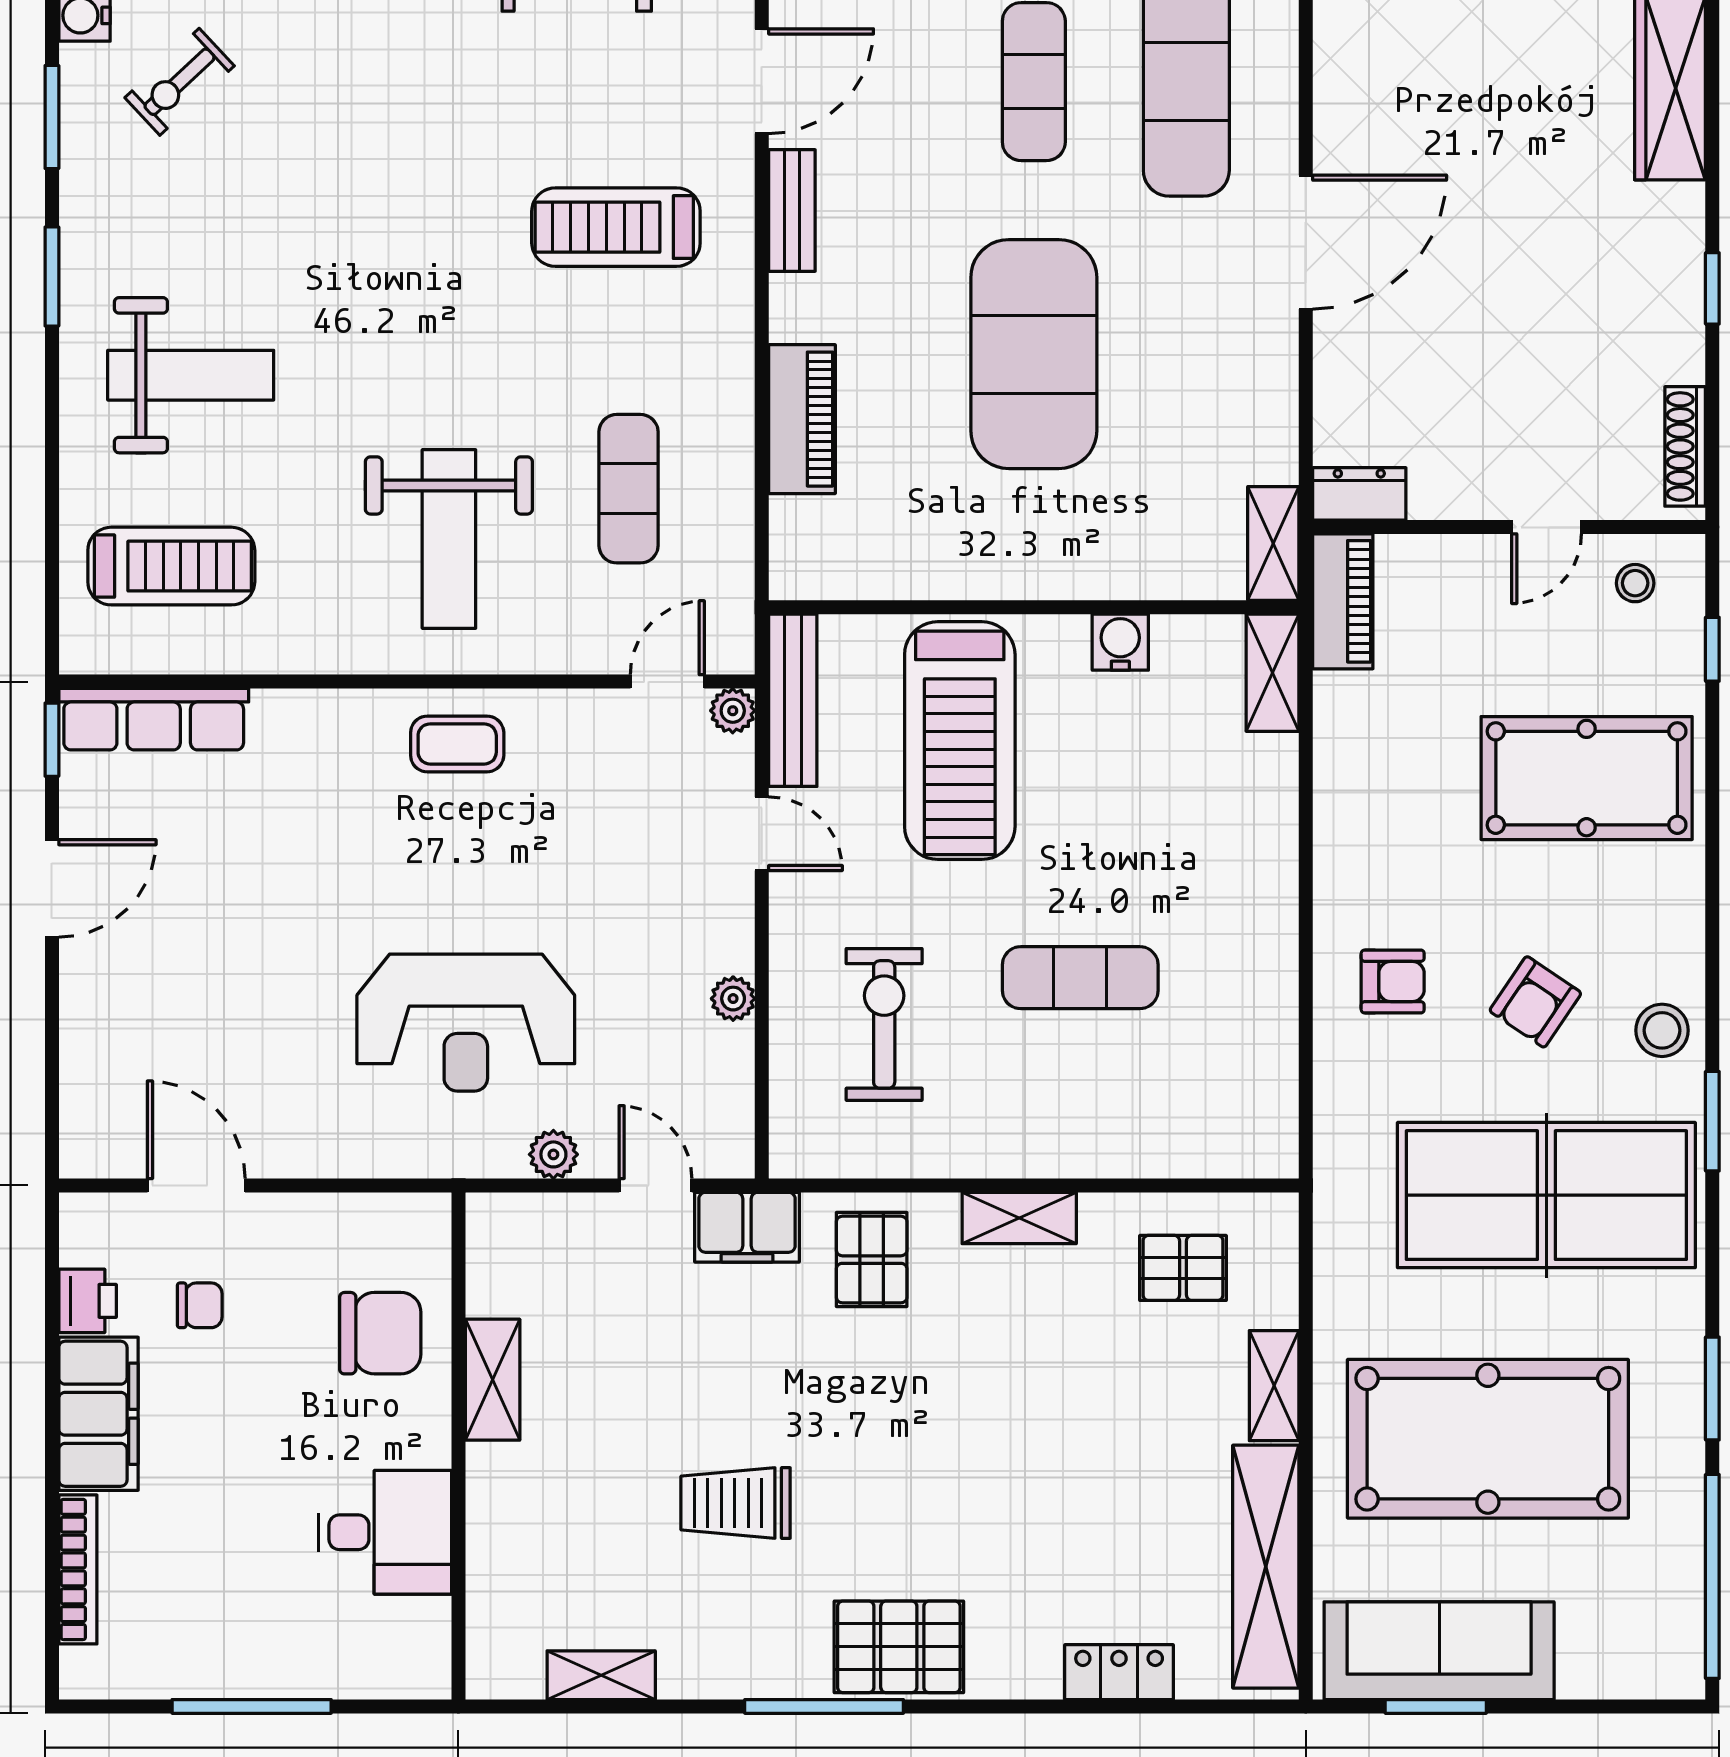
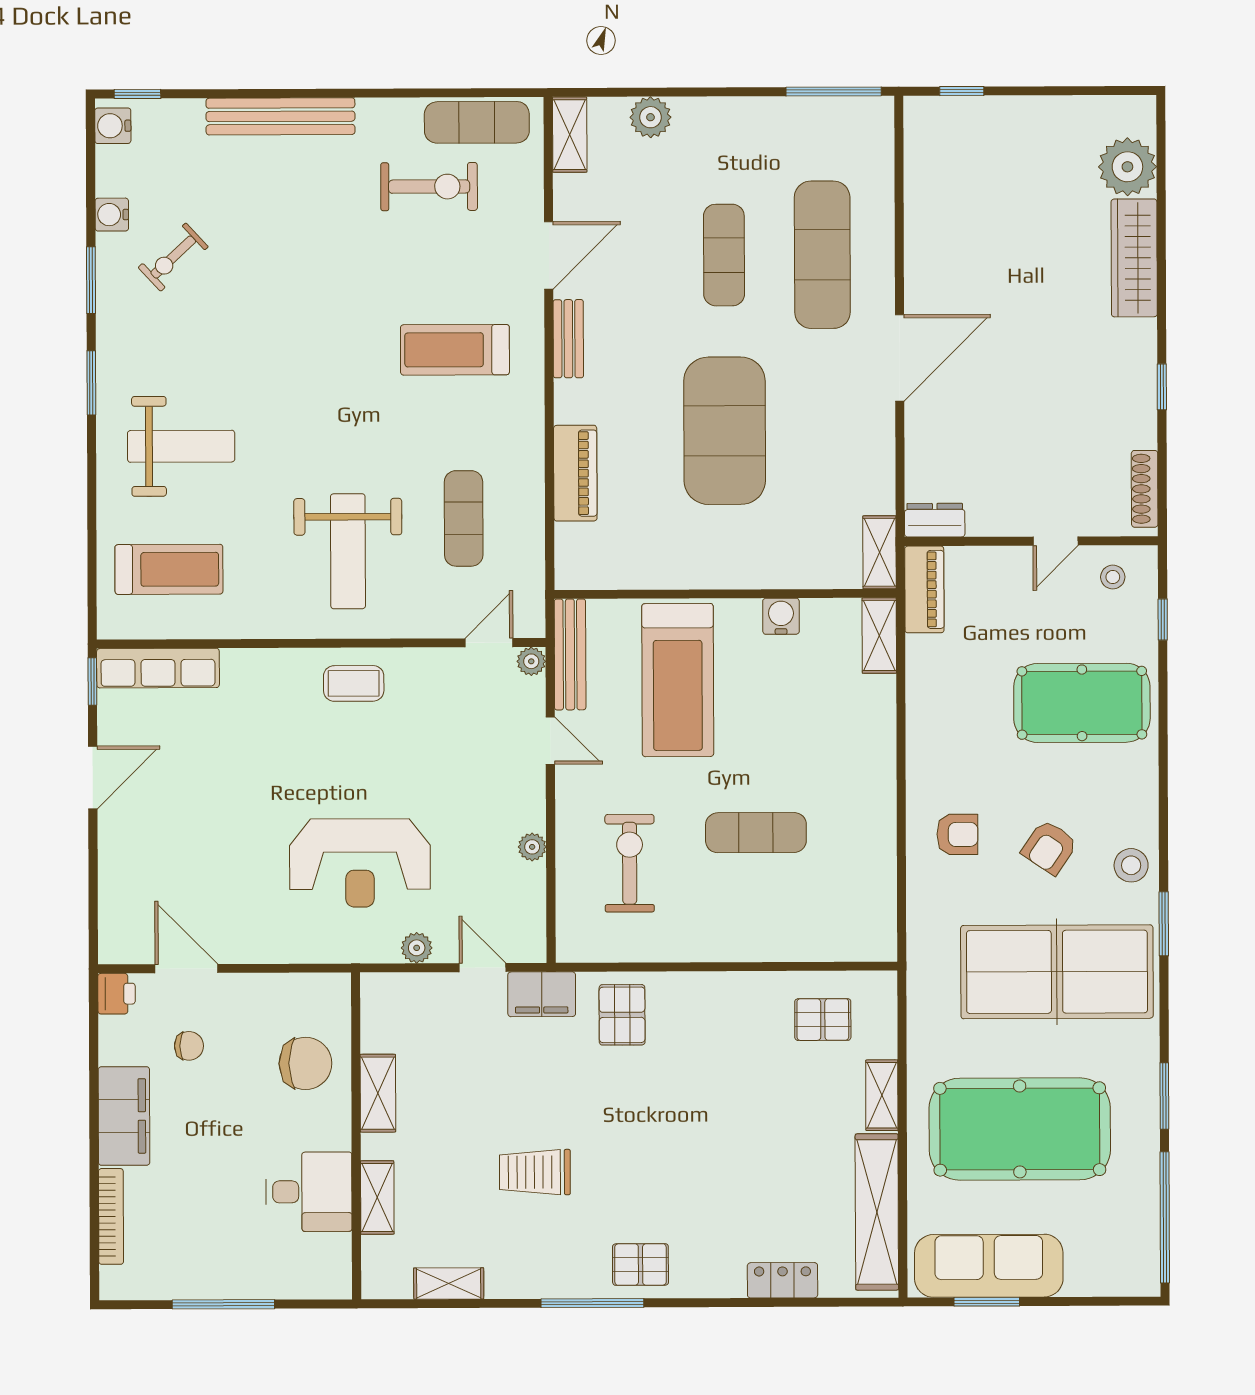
shelving: (1019, 1218) -> (377, 1197), moved, turned 90
printer: (88, 1301) -> (116, 994), moved
pallet: (899, 1647) -> (640, 1264), width x0.67, depth x0.71

